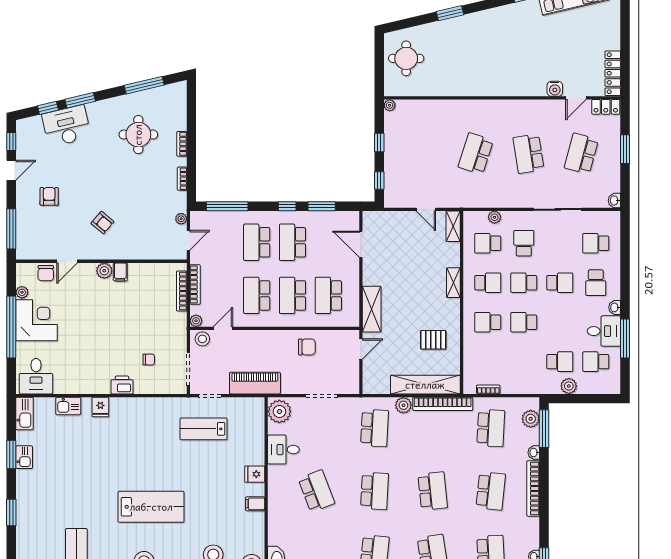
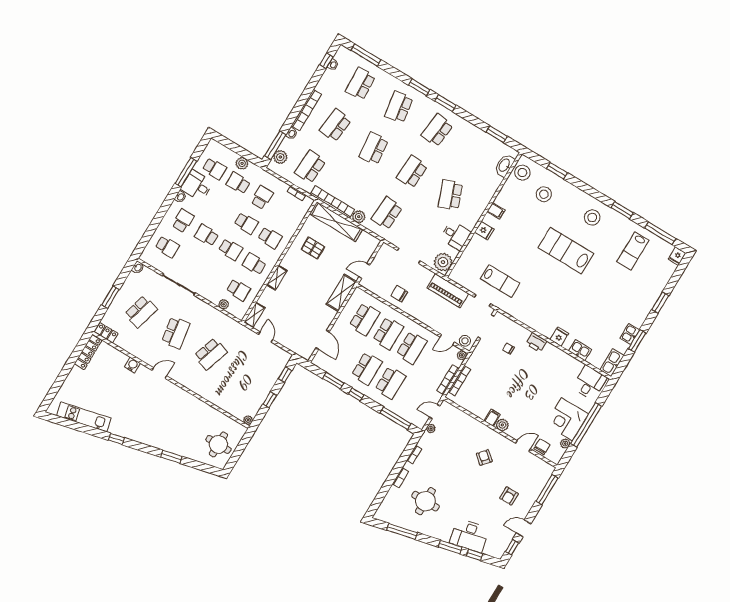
door: (576, 98) -> (159, 373), moved
school desk: (524, 243) -> (262, 197), moved, turned 180

